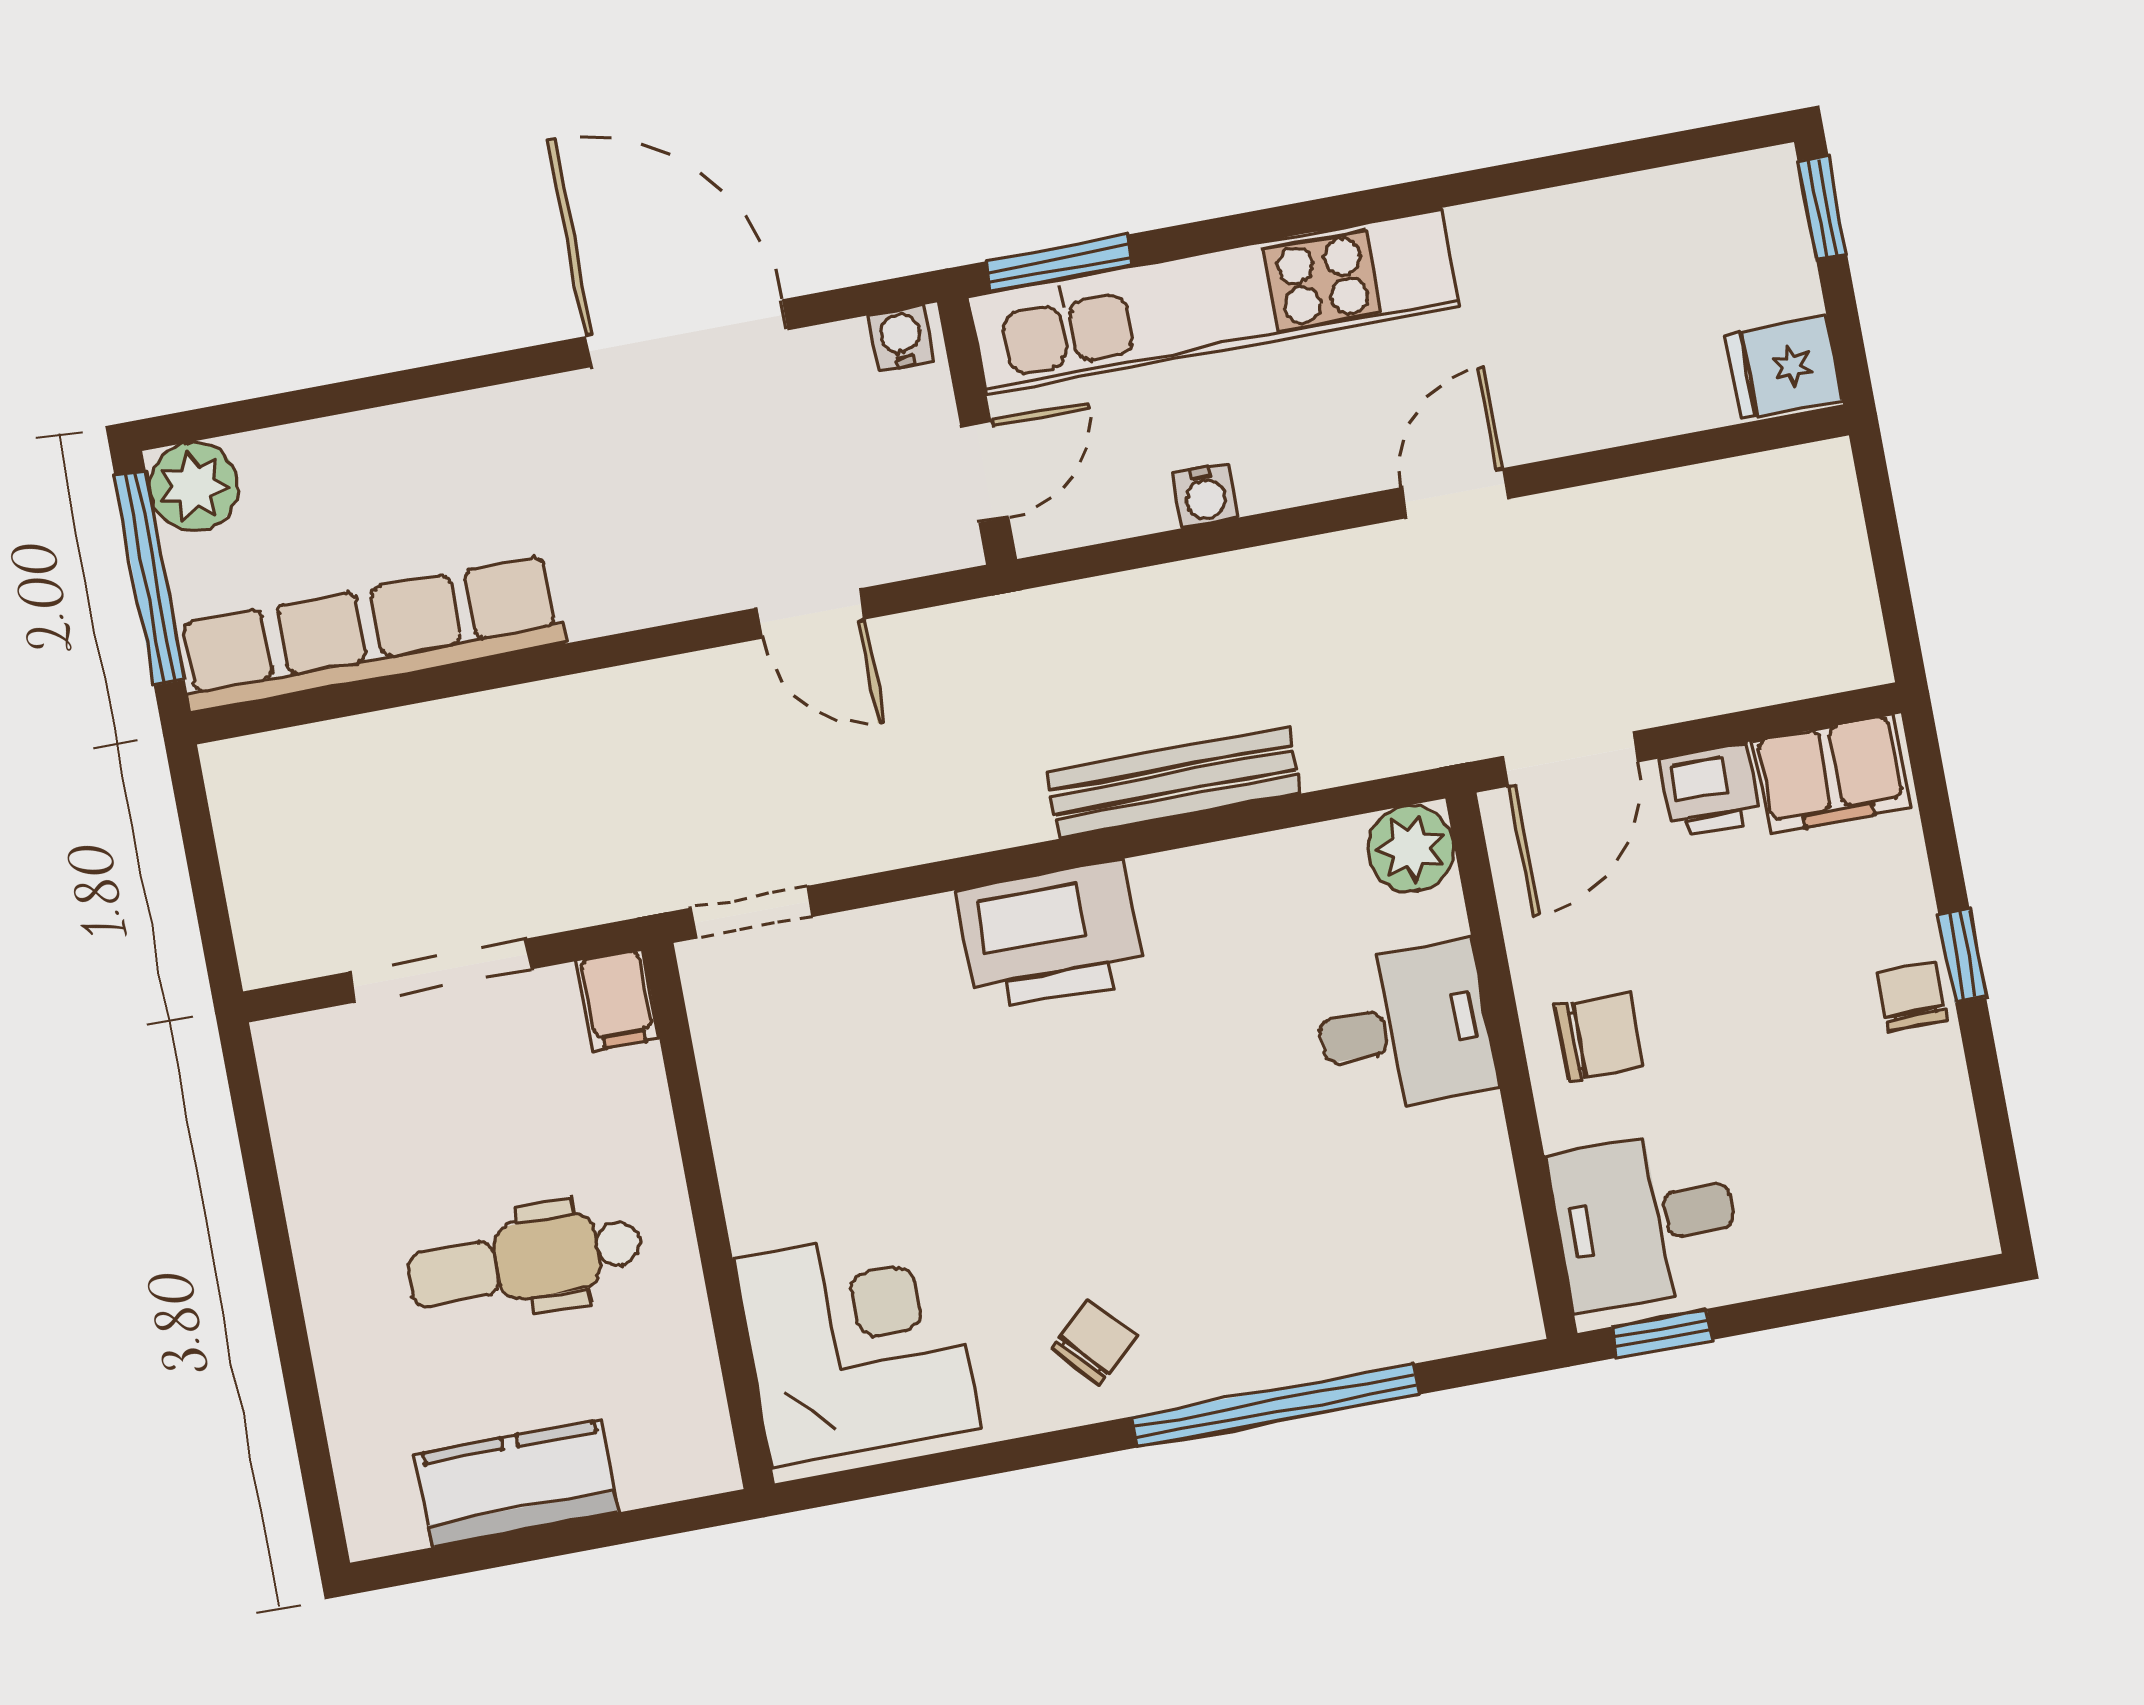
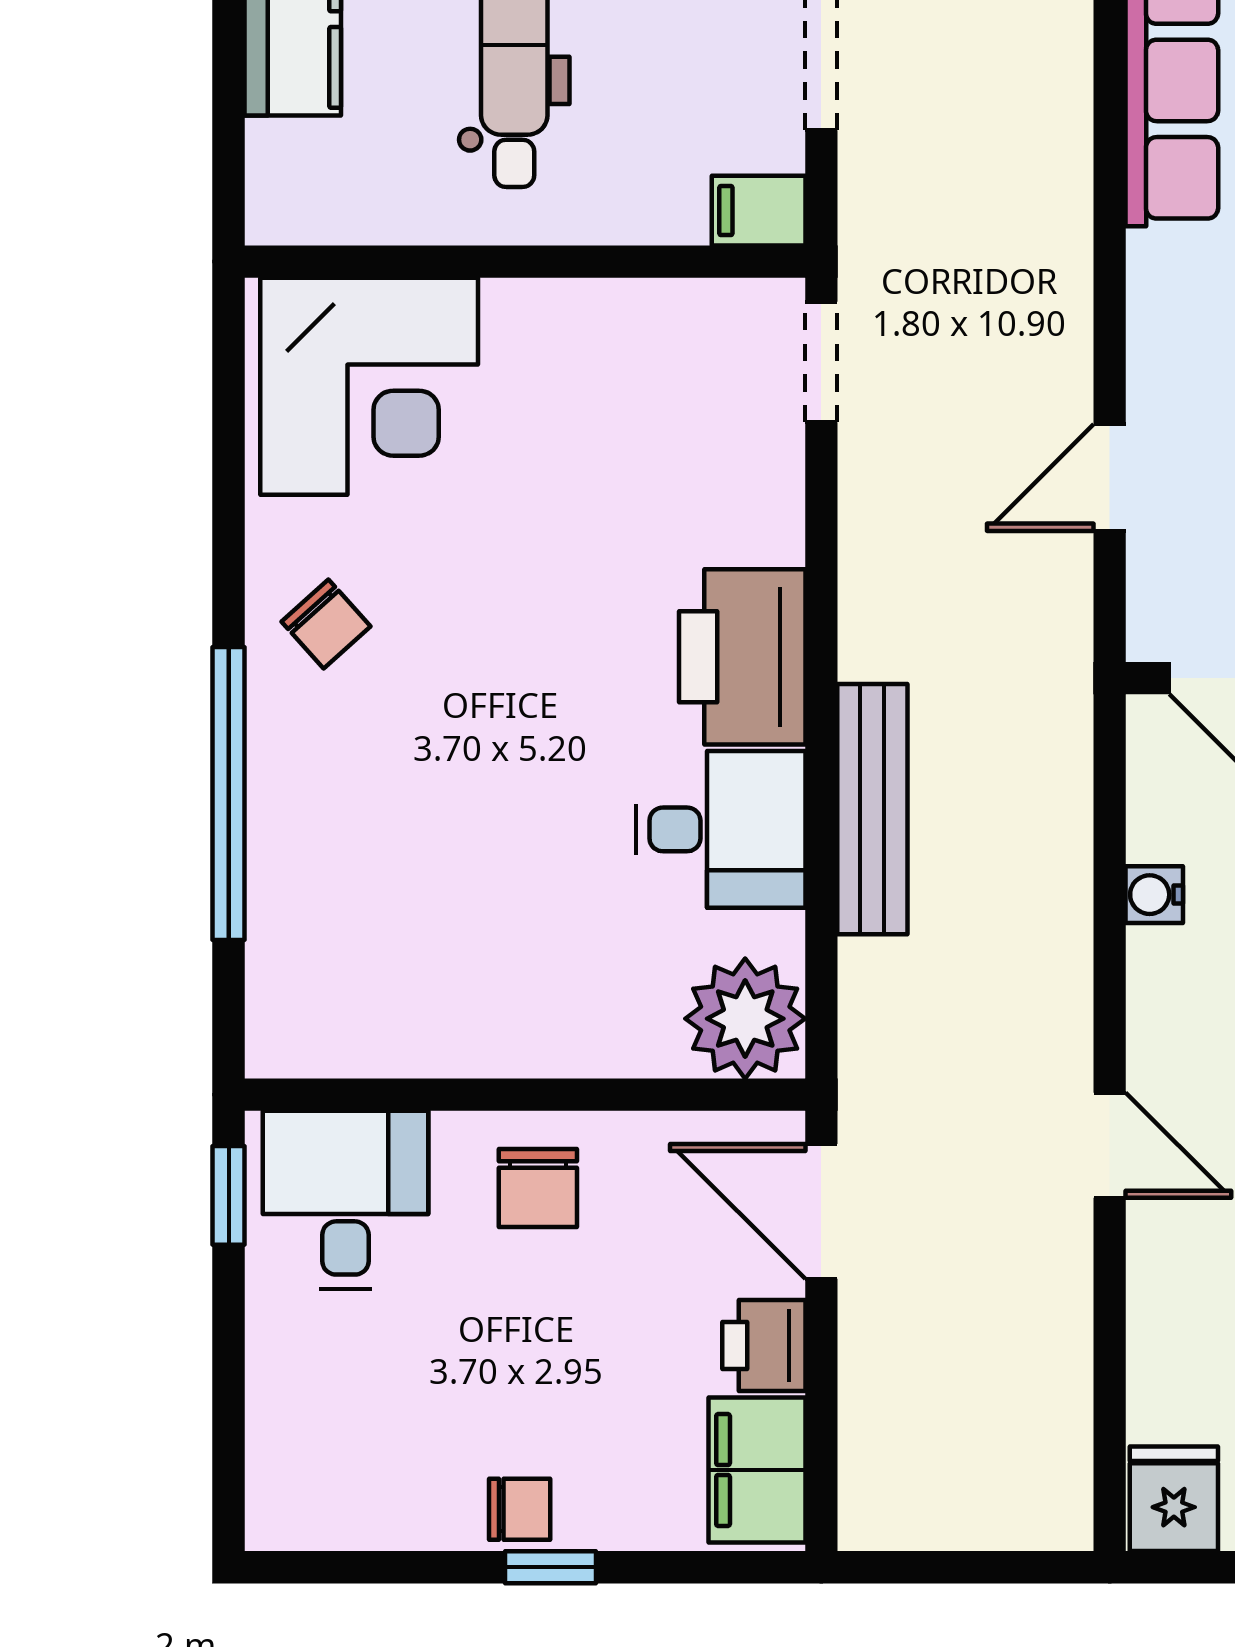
plant: (1411, 849) -> (745, 1019), width x1.36, depth x1.36
desk: (1404, 1027) -> (721, 829), moved, turned -90

